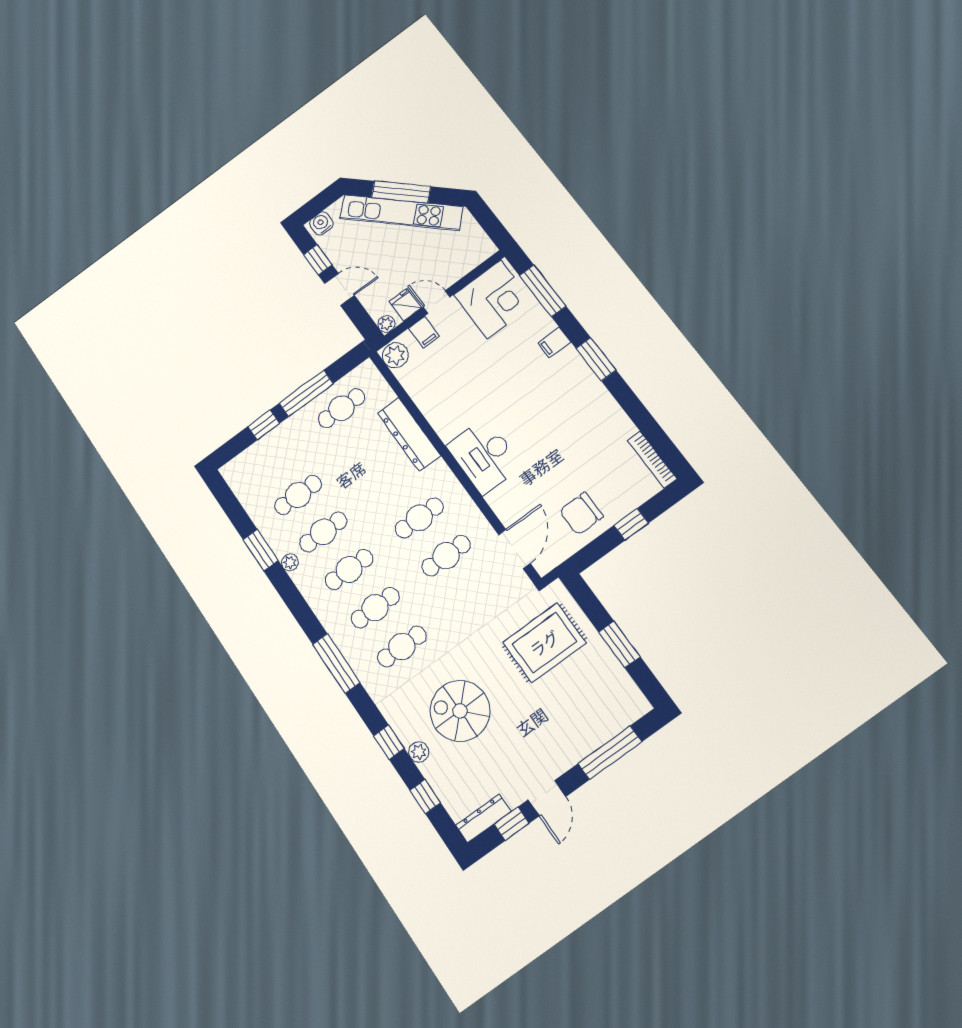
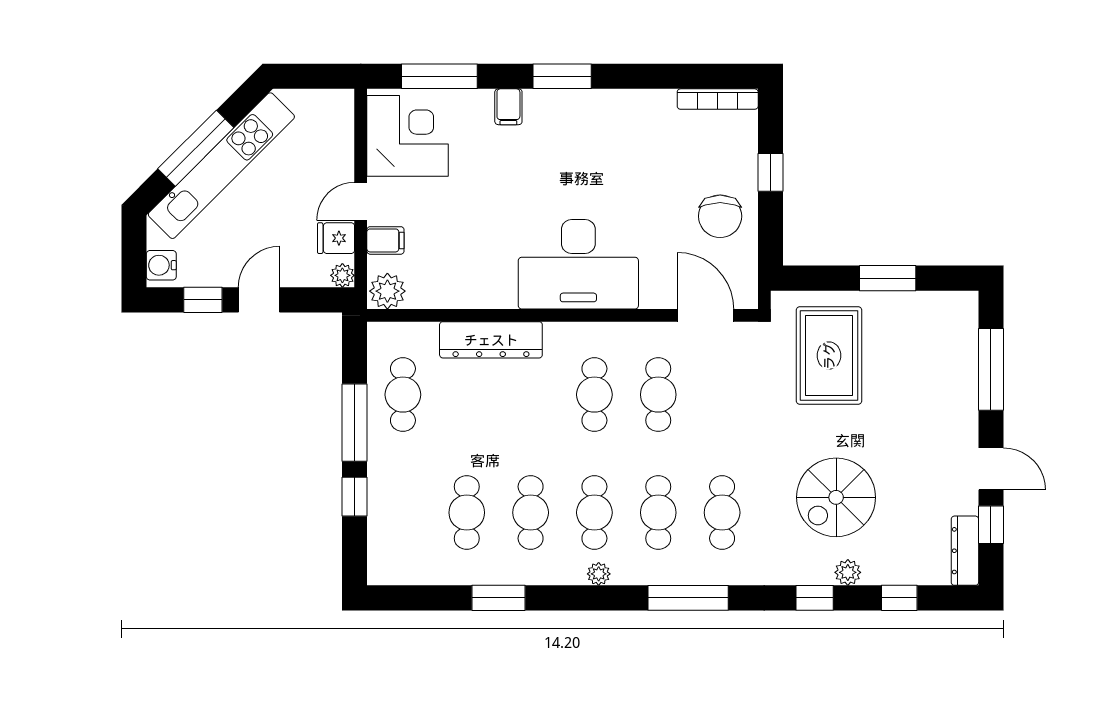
desk: (484, 456) -> (578, 264), width x1.36, depth x1.30
plant: (290, 562) -> (599, 574), moved

